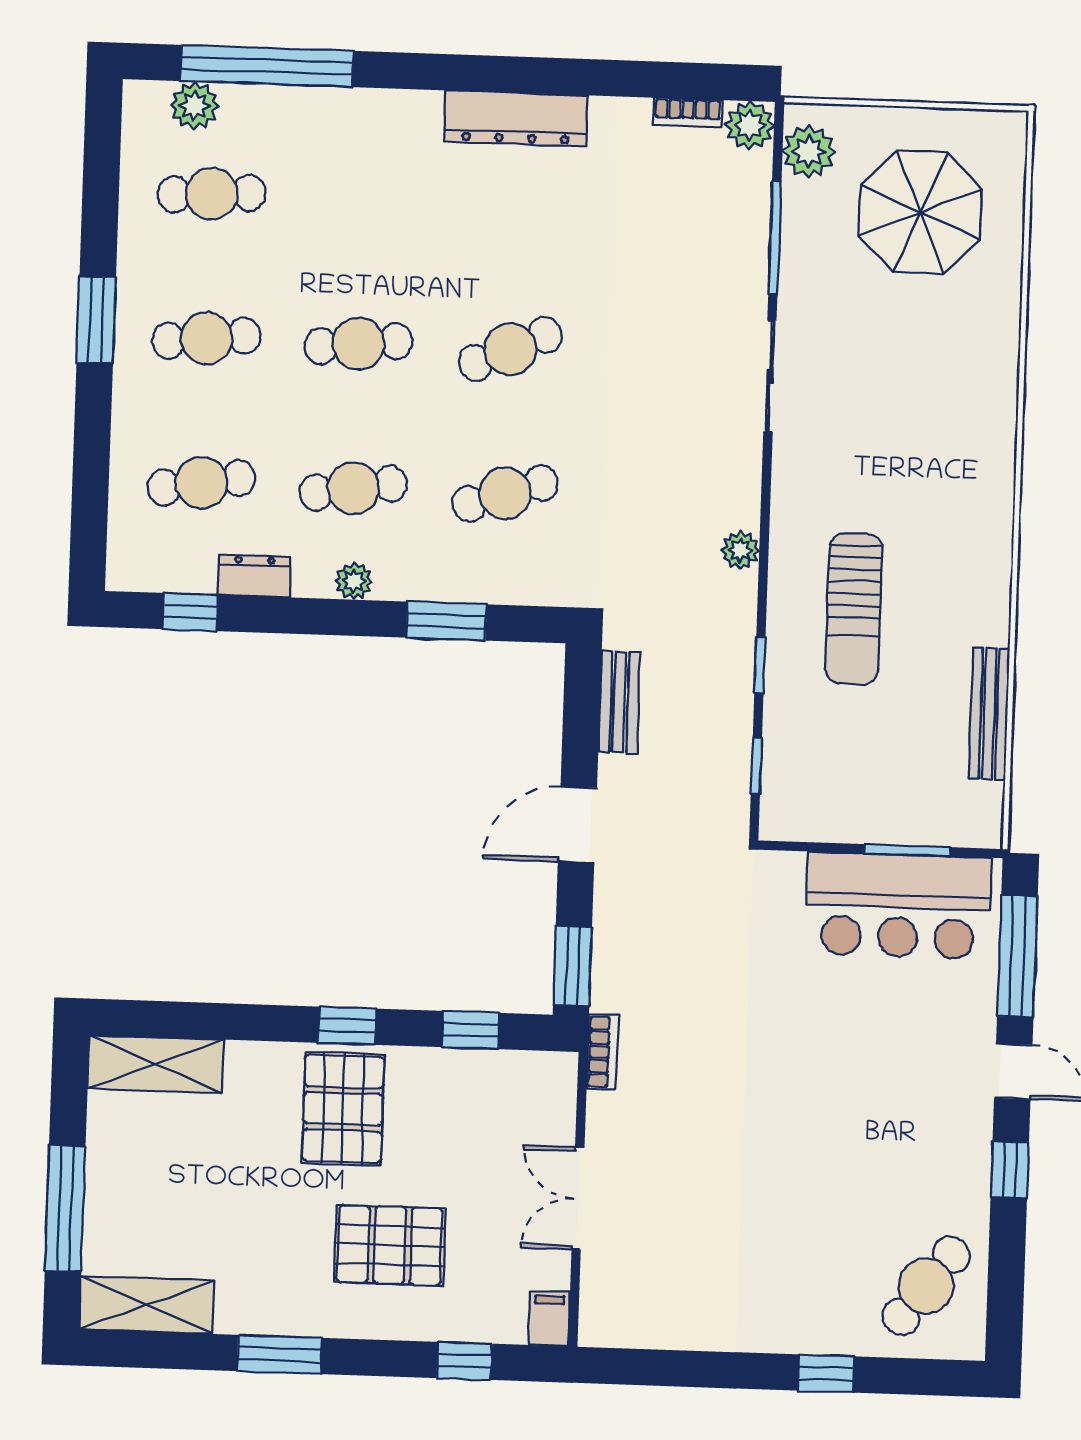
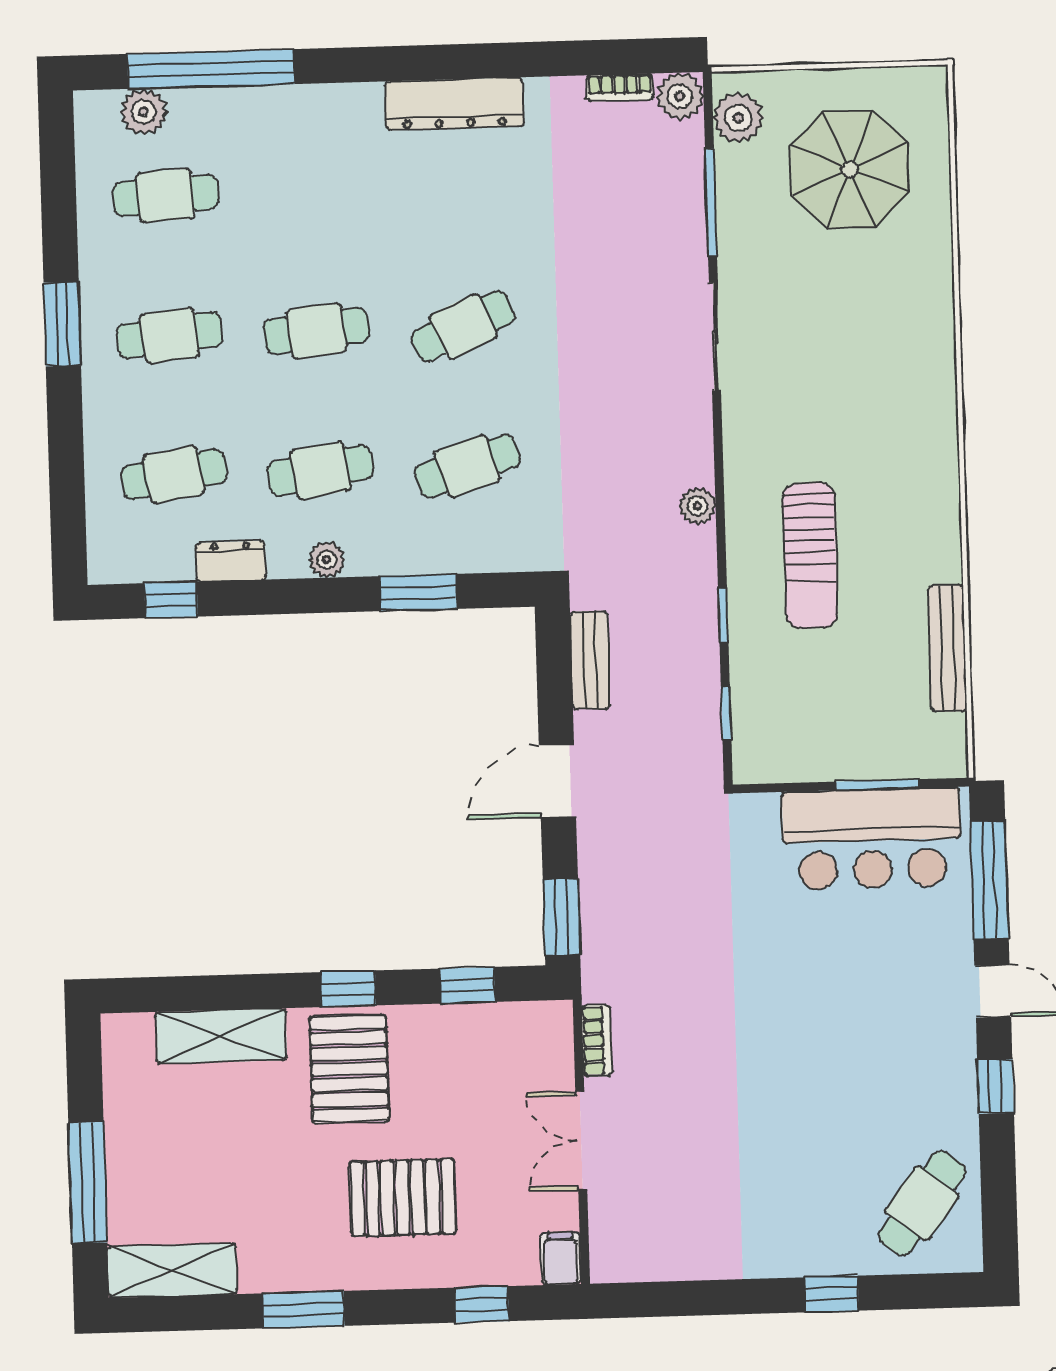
bookcase: (603, 1052) -> (597, 1041), moved
shelving: (156, 1064) -> (221, 1036), moved

